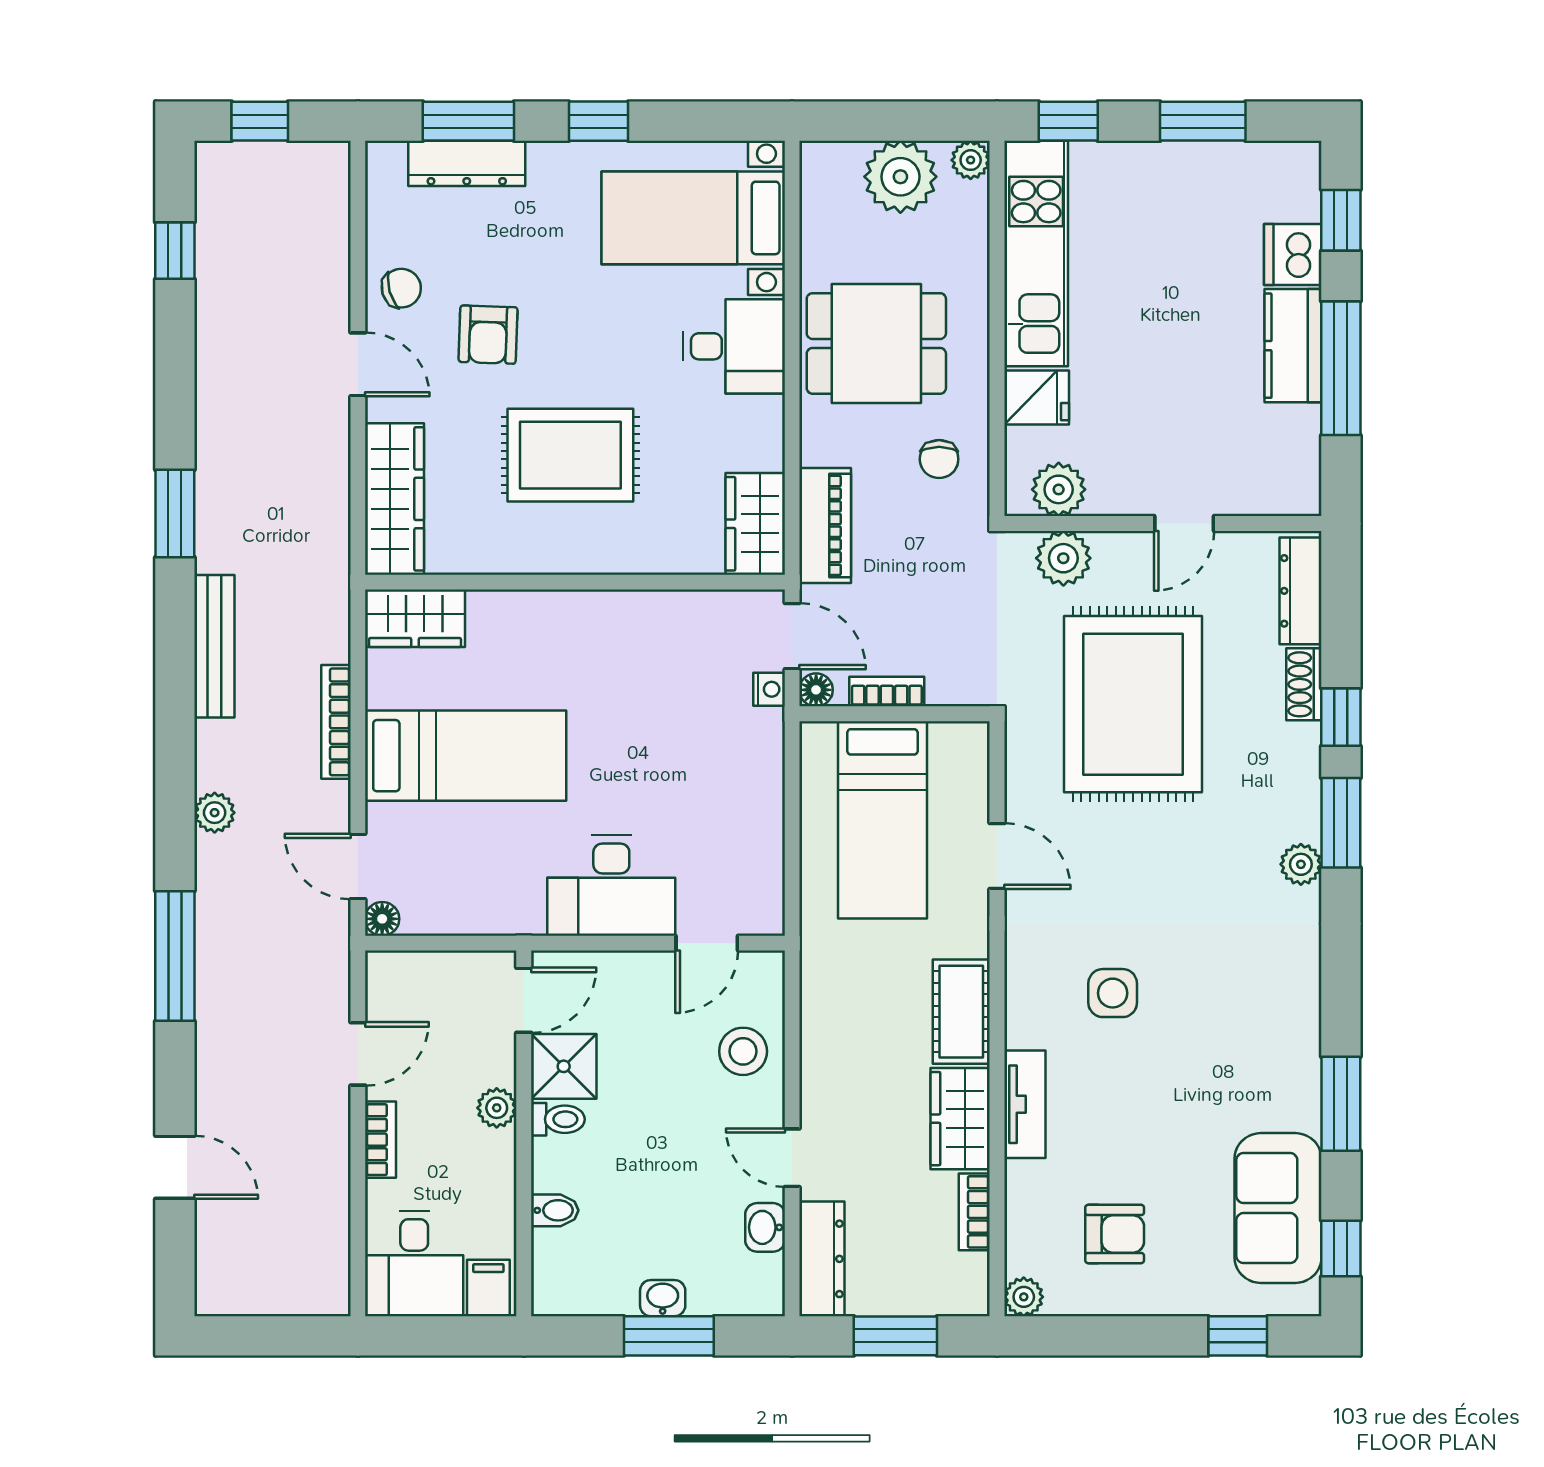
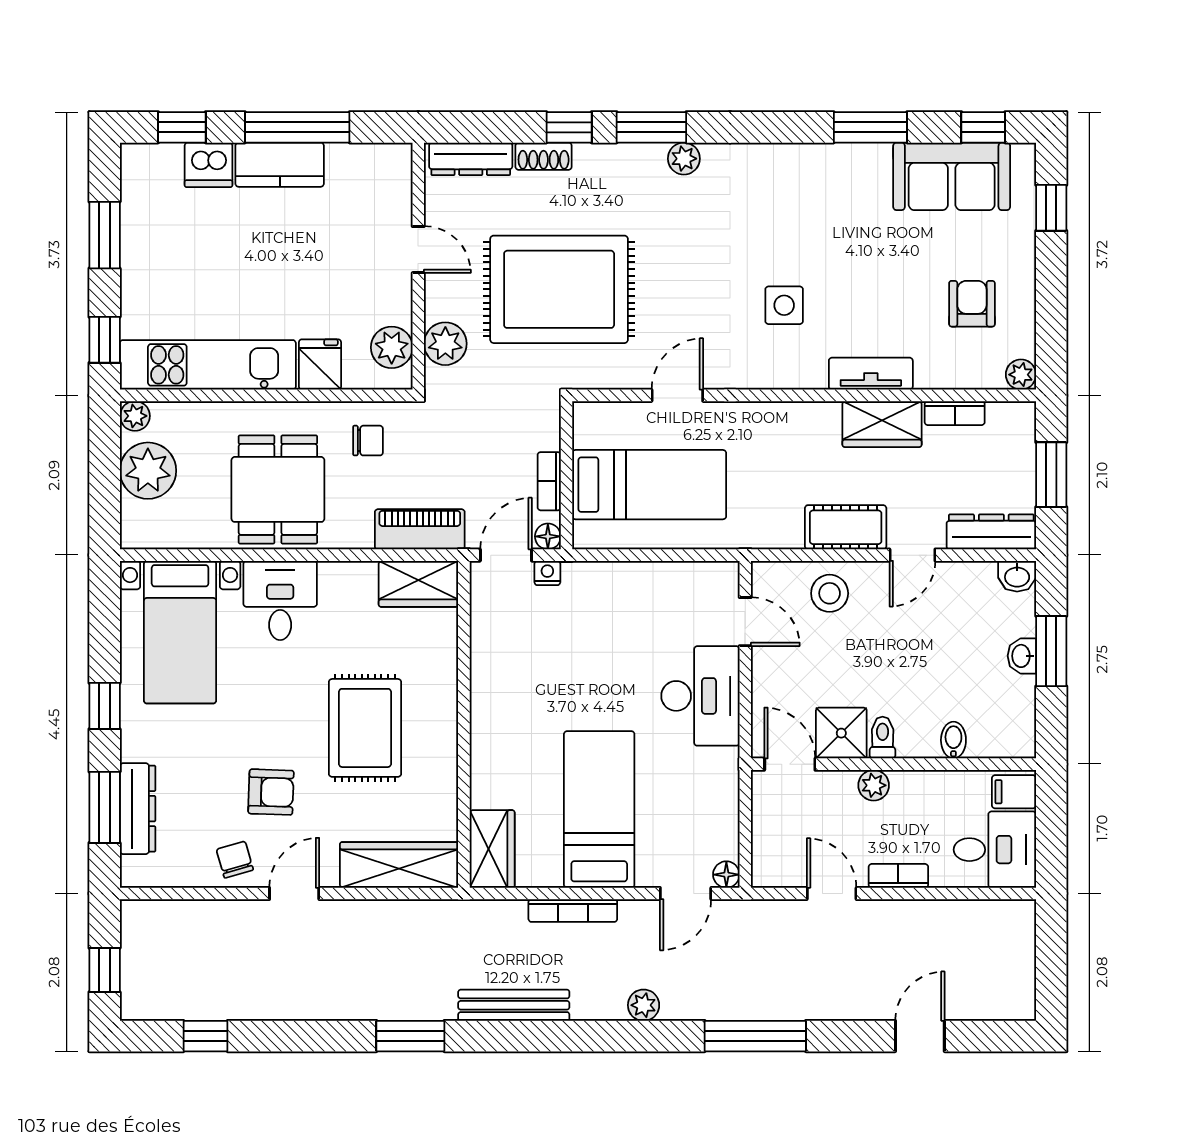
cot: (961, 1012) -> (846, 527), moved
washbasin: (765, 1227) -> (1017, 576), moved

